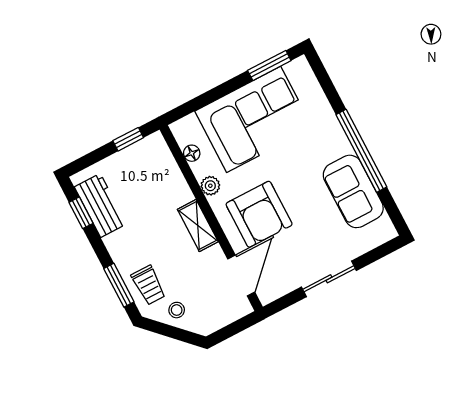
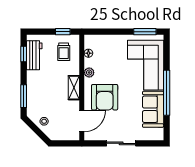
corner sofa: (254, 119) -> (146, 65), moved, turned 90
trolley: (148, 285) -> (64, 52), moved

